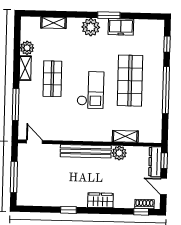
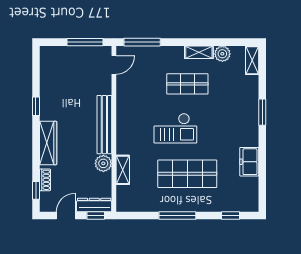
window: (109, 15) -> (262, 112), moved
shelving: (54, 23) -> (252, 60), moved
plant: (91, 27) -> (248, 127), removed
window: (166, 90) -> (177, 216), width x0.68
window: (16, 105) -> (142, 42), moved
window: (14, 177) -> (85, 42), moved
wardrobe: (100, 200) -> (48, 143), width x1.50
shoe rack: (144, 204) -> (45, 180), moved

